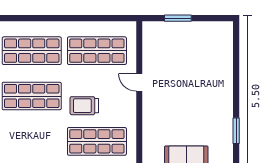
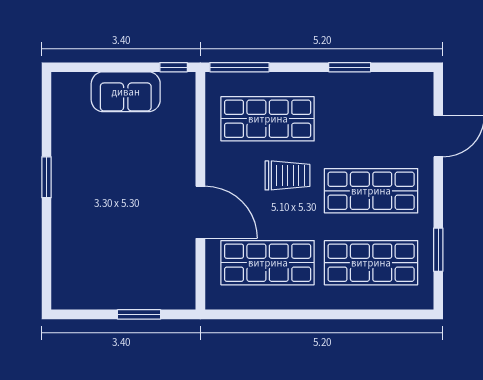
door: (139, 82) -> (200, 212), width x1.87
window: (236, 131) -> (46, 177), moved

